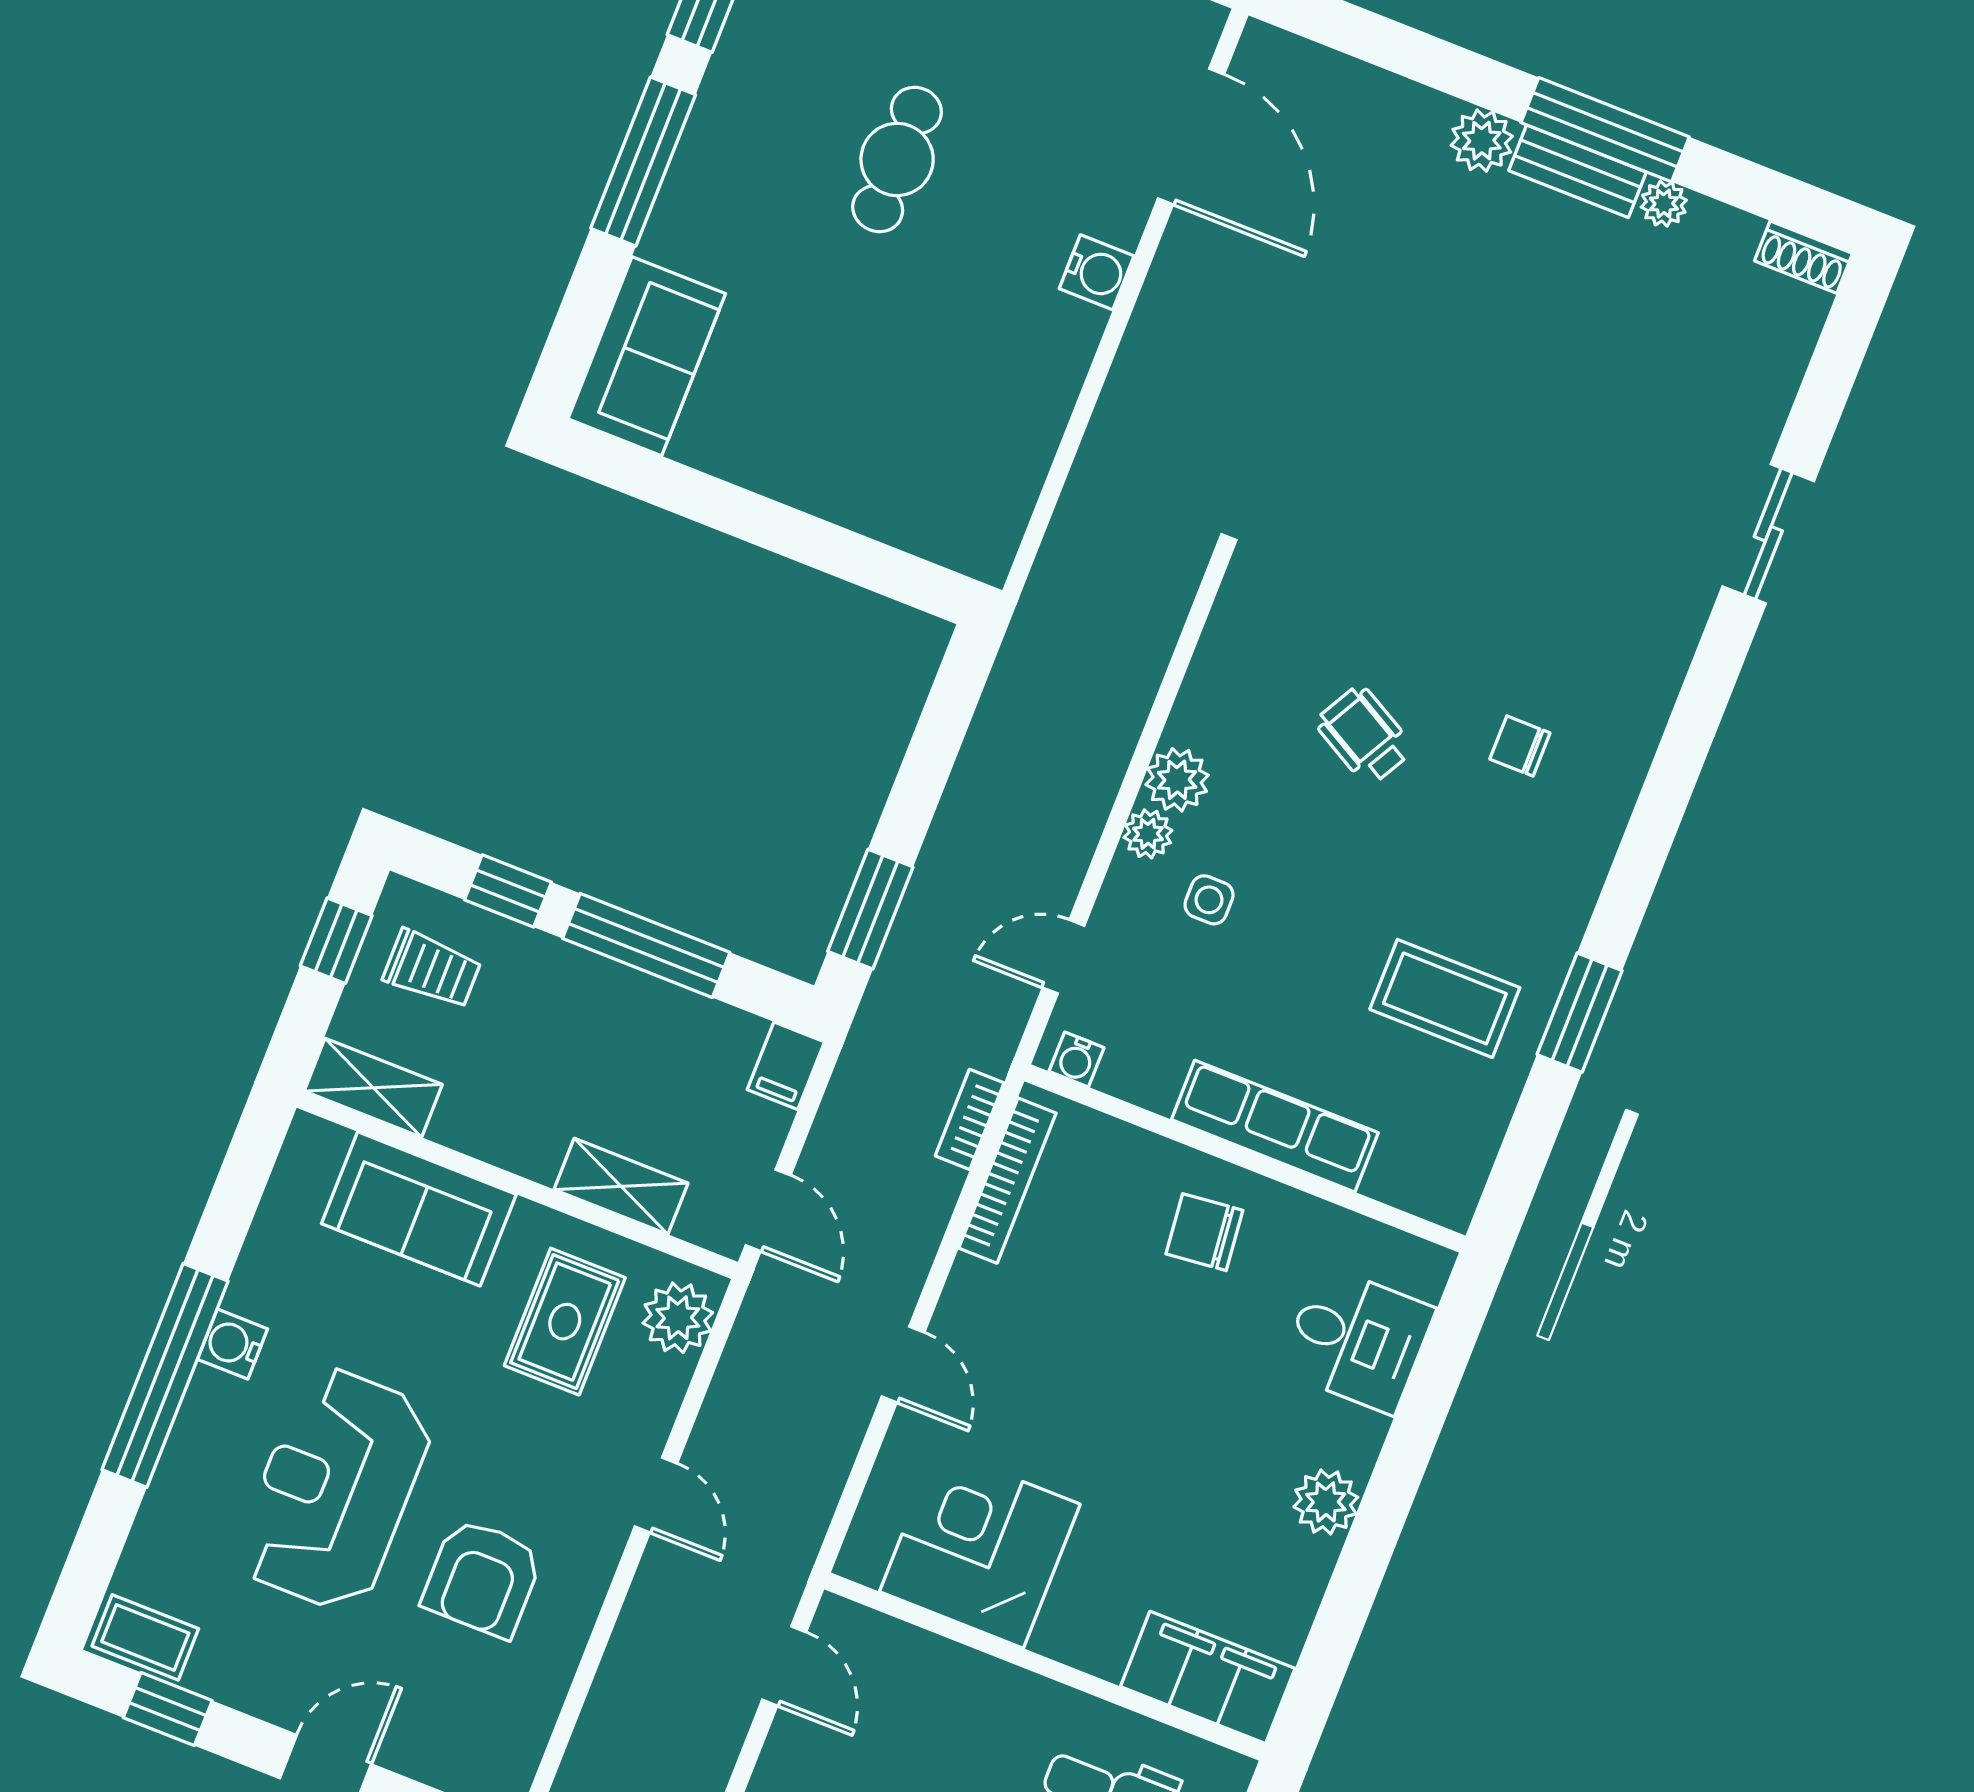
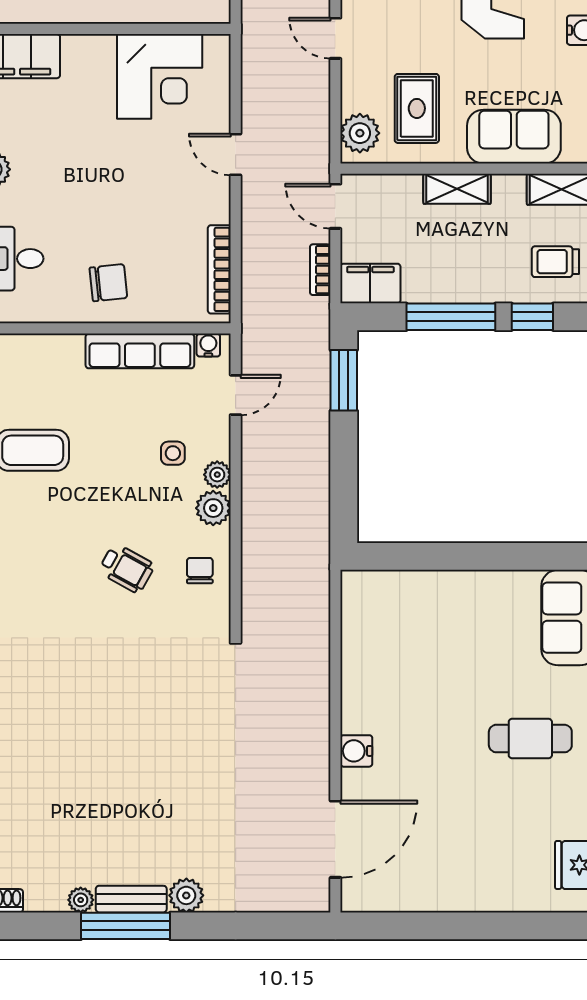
door: (1191, 136) -> (335, 839), swing flipped
cafe table: (897, 159) -> (530, 739), moved, turned 90
chair: (1520, 746) -> (200, 571), moved, turned -90
filing cabinet: (786, 1066) -> (370, 284), width x2.00
bookcase: (970, 1119) -> (320, 270), moved, turned 180
row of seats: (1275, 1126) -> (140, 351), moved
shelving: (621, 1186) -> (457, 189), moved

